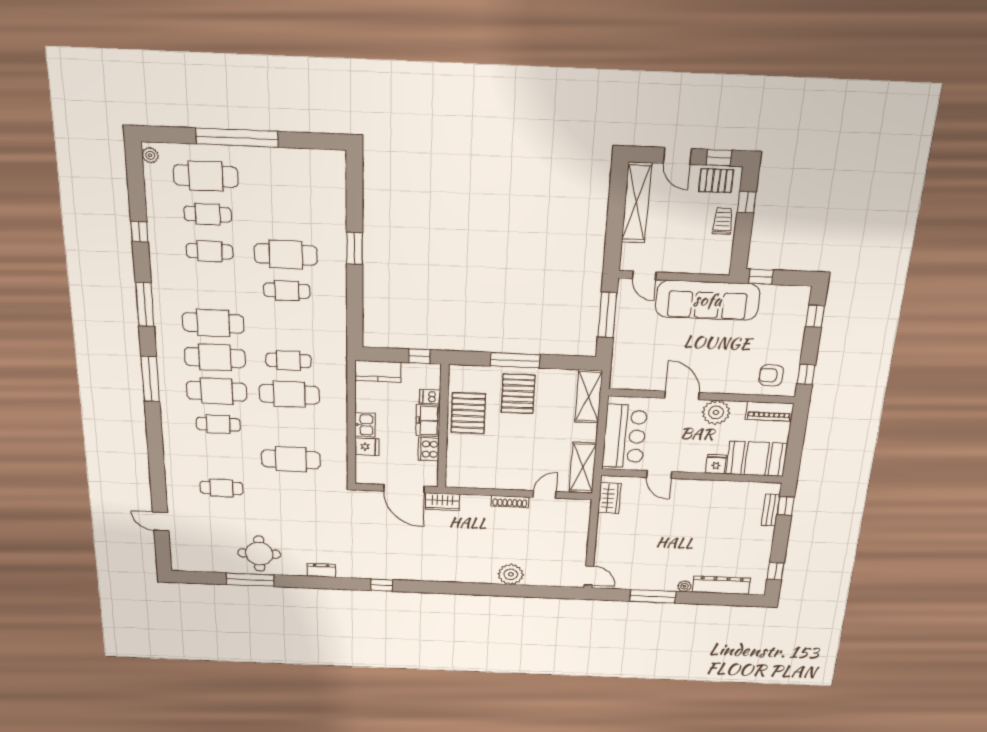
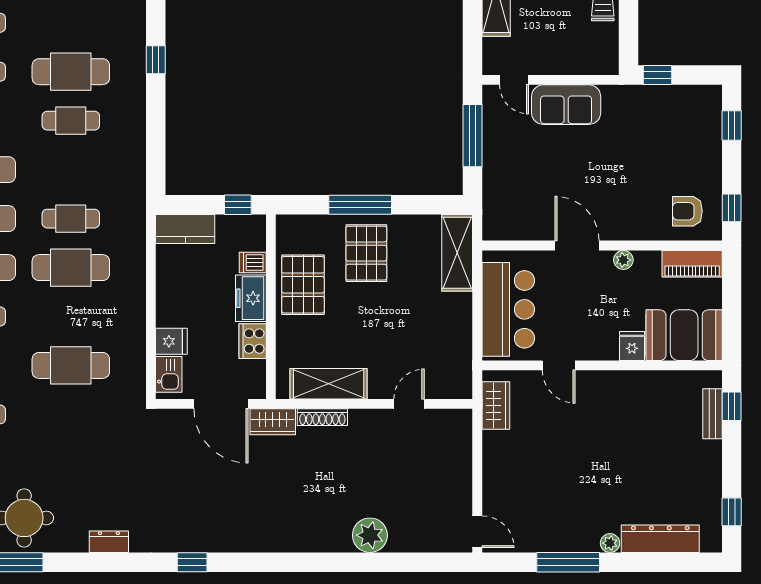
window: (355, 248) -> (156, 60), width x0.67
sofa: (708, 300) -> (566, 105), width x0.54, depth x0.79
plant: (716, 412) -> (623, 260), width x0.53, depth x0.53
kitchen sink: (365, 425) -> (169, 374), moved
shelving: (583, 468) -> (329, 384), moved, turned 90
shoe rack: (510, 501) -> (322, 417), moved

